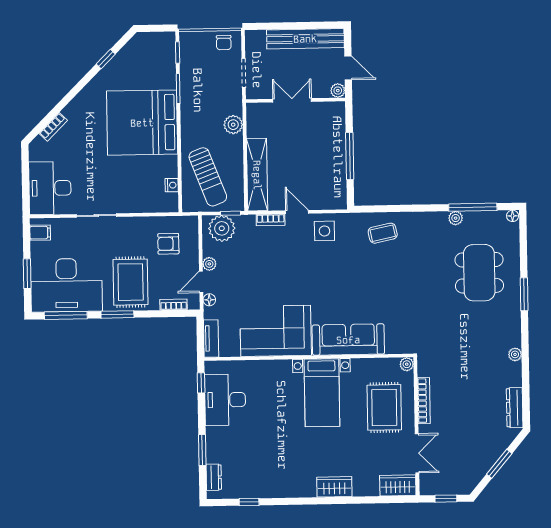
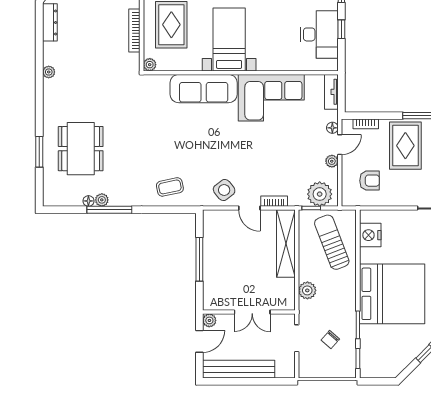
chair: (224, 43) -> (330, 340), moved, turned -139
door: (348, 68) -> (199, 341), swing flipped
nightstand: (172, 185) -> (370, 235), width x1.89, depth x1.79
window: (473, 207) -> (109, 210), moved
floor lamp: (513, 216) -> (88, 201), moved
side table: (324, 231) -> (224, 190), turned -38
window: (524, 294) -> (39, 152), moved
window: (201, 383) -> (341, 29), moved

